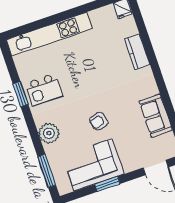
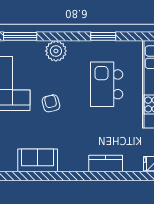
kitchen island: (44, 89) -> (107, 84), moved, width x1.37, depth x1.28

